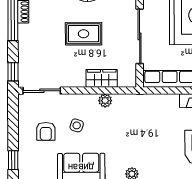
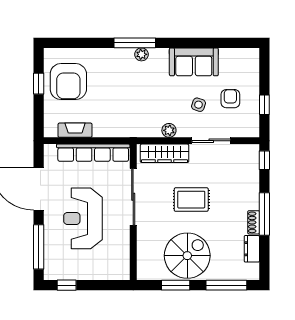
wardrobe: (102, 78) -> (164, 153), width x1.50
sliding door: (42, 91) -> (211, 141), moved
window: (13, 160) -> (264, 105), moved

